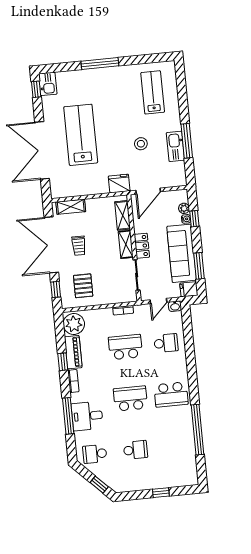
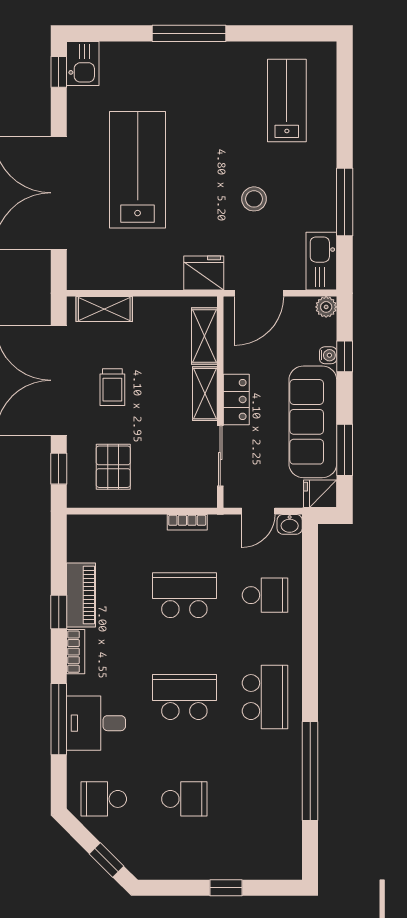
kitchen sink: (175, 146) -> (321, 261), moved
plant: (184, 208) -> (326, 307), moved
plant: (74, 324) -> (88, 540), removed
school desk: (171, 395) -> (265, 697), turned -90

